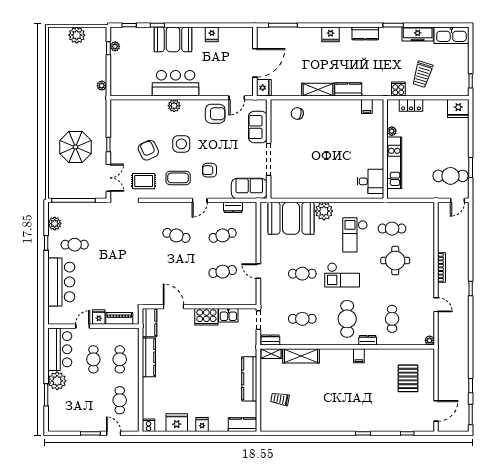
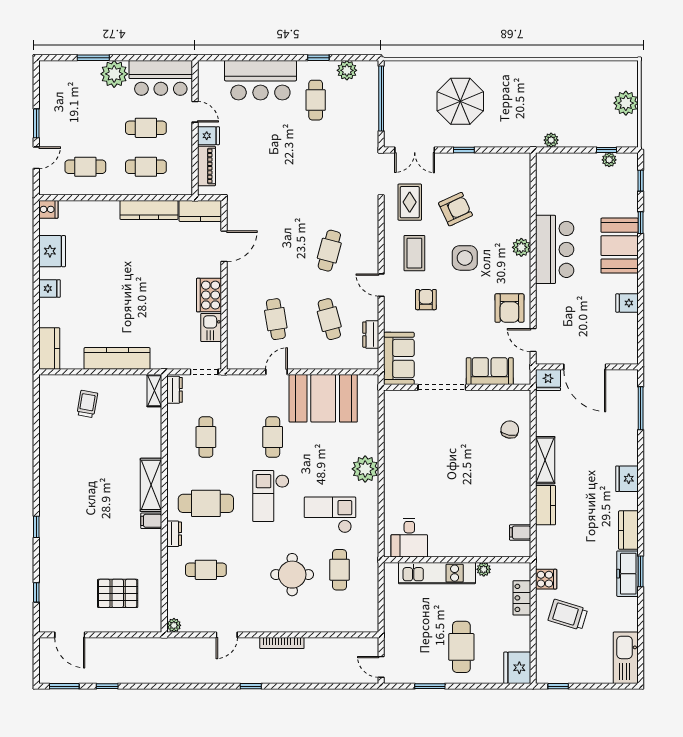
freezer: (418, 34) -> (627, 574), moved
cafe table: (450, 176) -> (461, 647), moved
booth: (291, 218) -> (323, 398), moved, turned 90
shelving: (301, 356) -> (151, 485), moved

